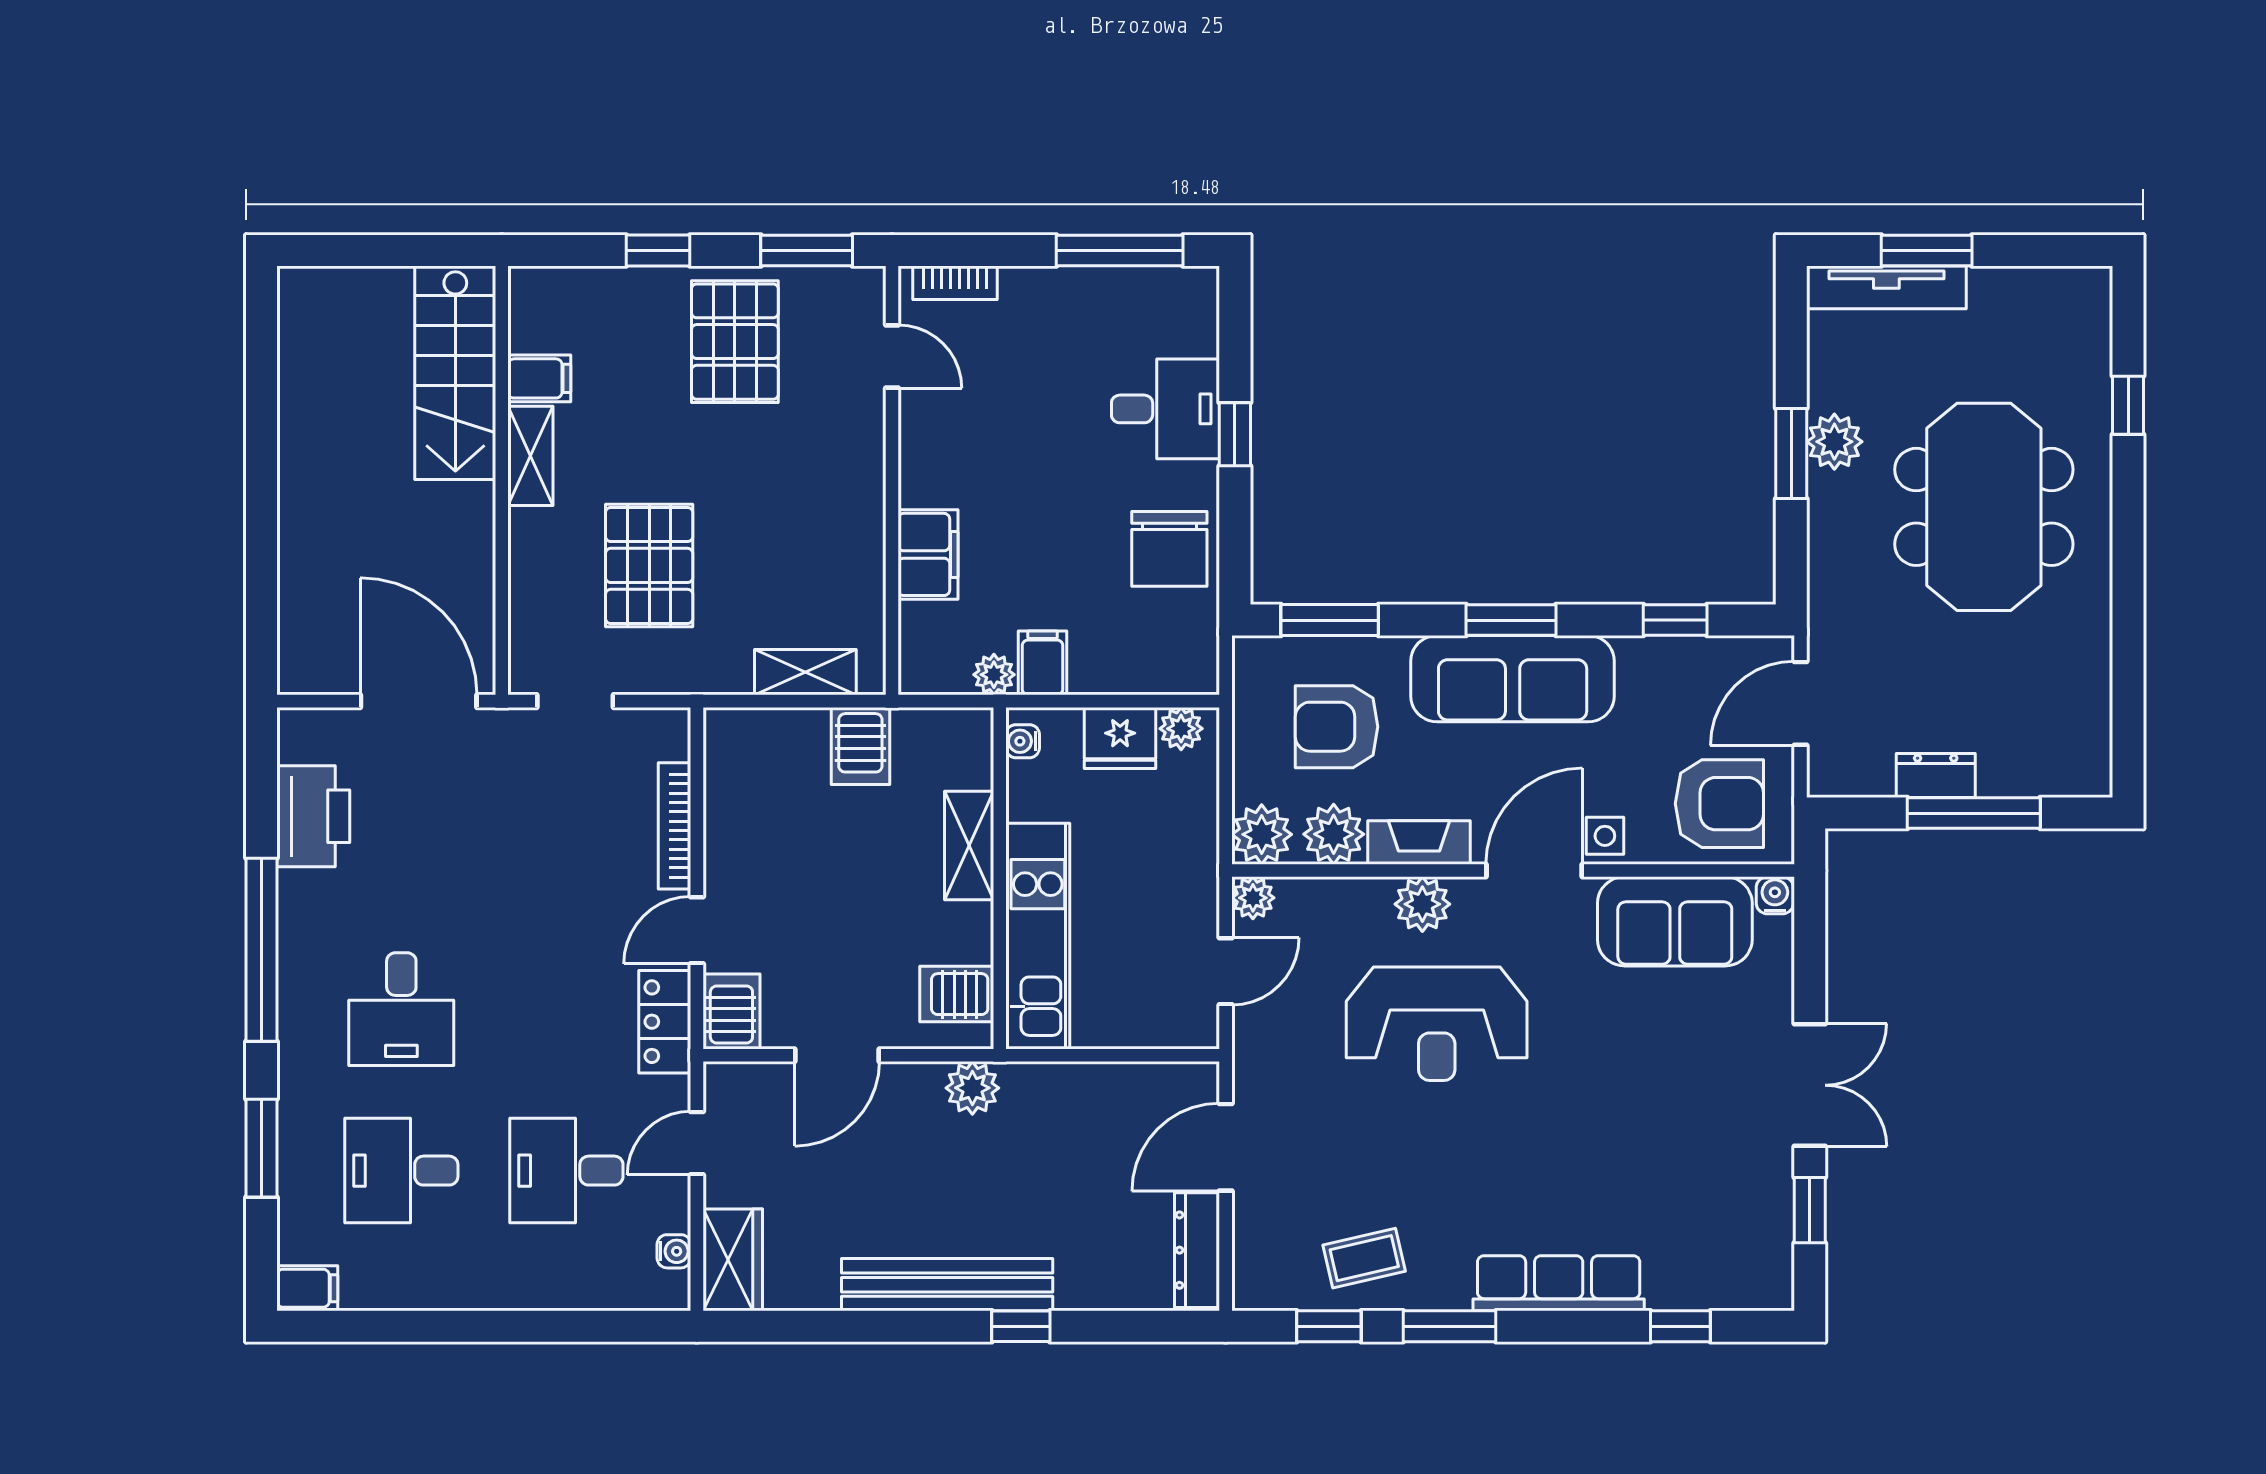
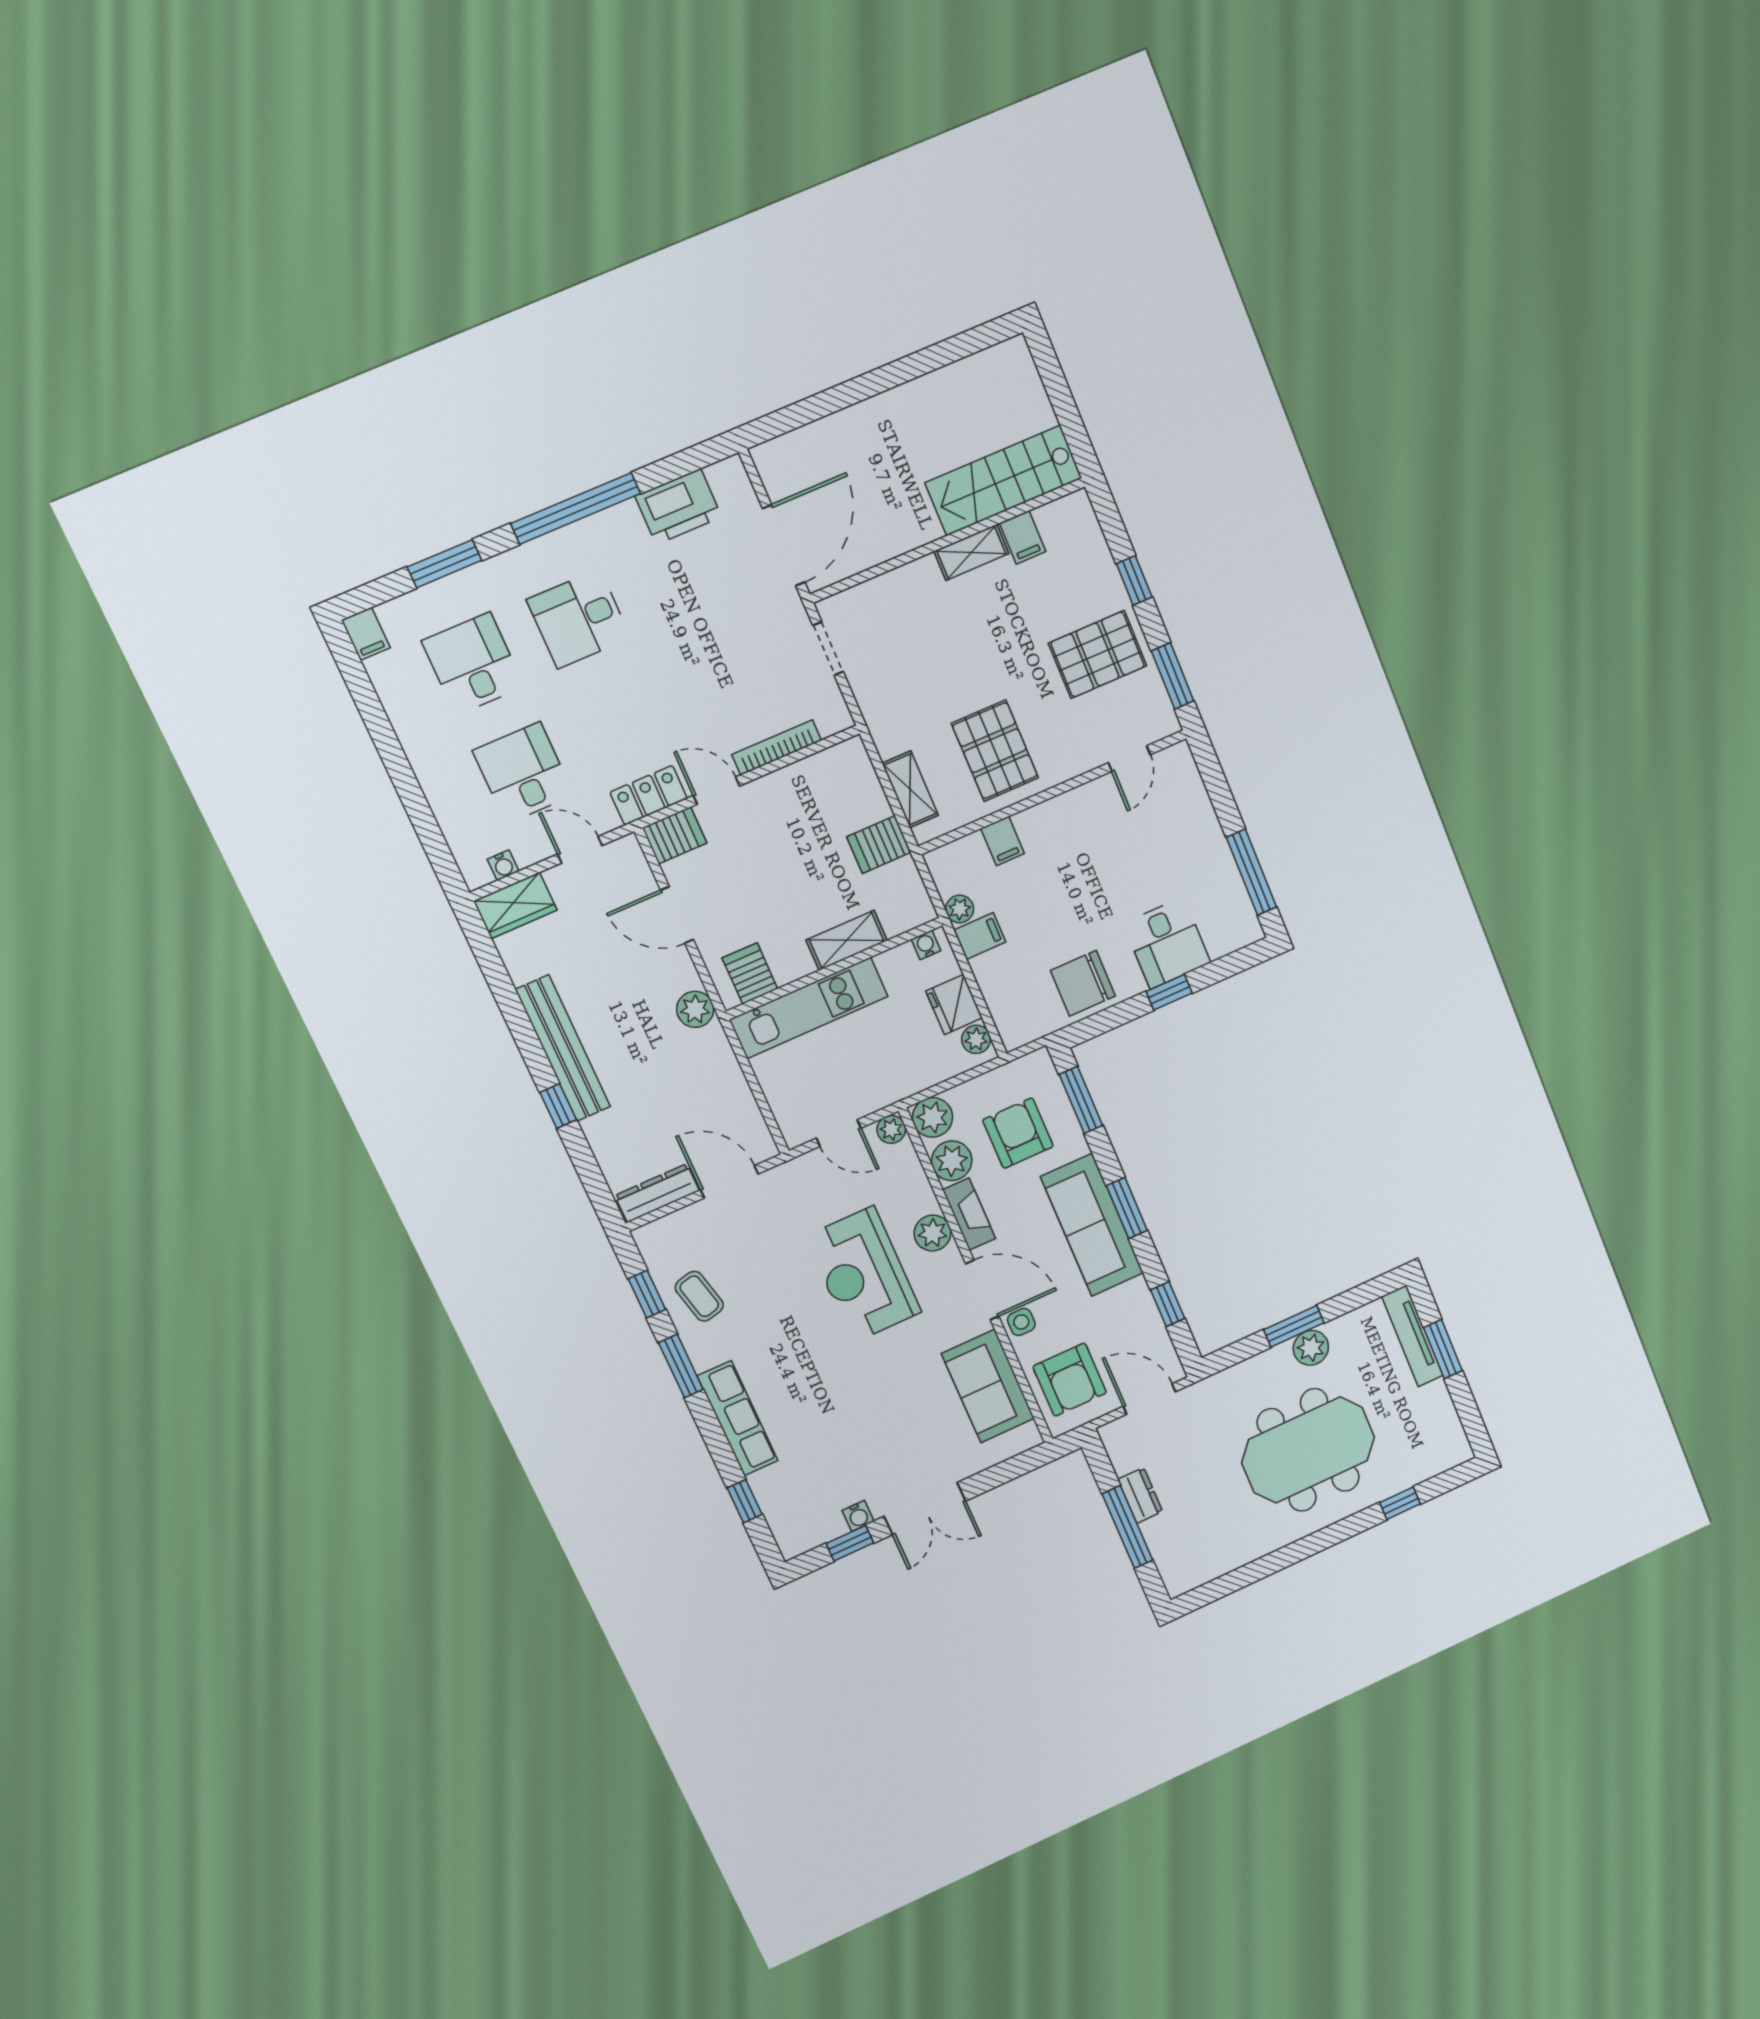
bookcase: (955, 283) -> (1191, 779), removed
filing cabinet: (928, 554) -> (1003, 841), width x0.50
pallet: (649, 565) -> (995, 751), moved, turned 90
water cooler: (1775, 895) -> (858, 1516), moved, turned 90

